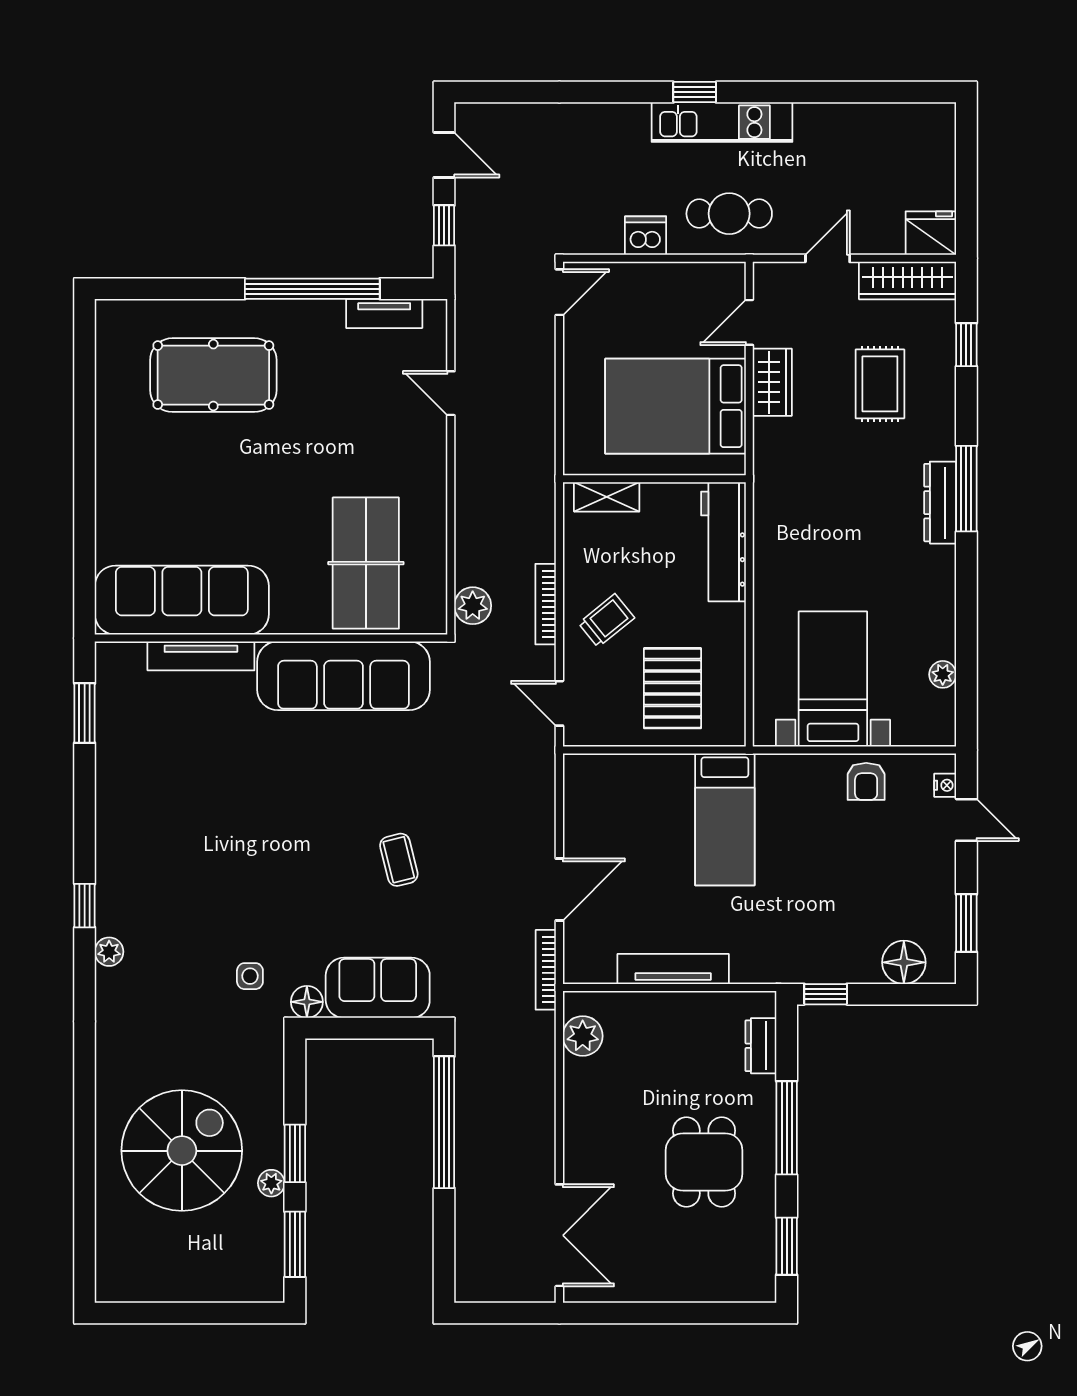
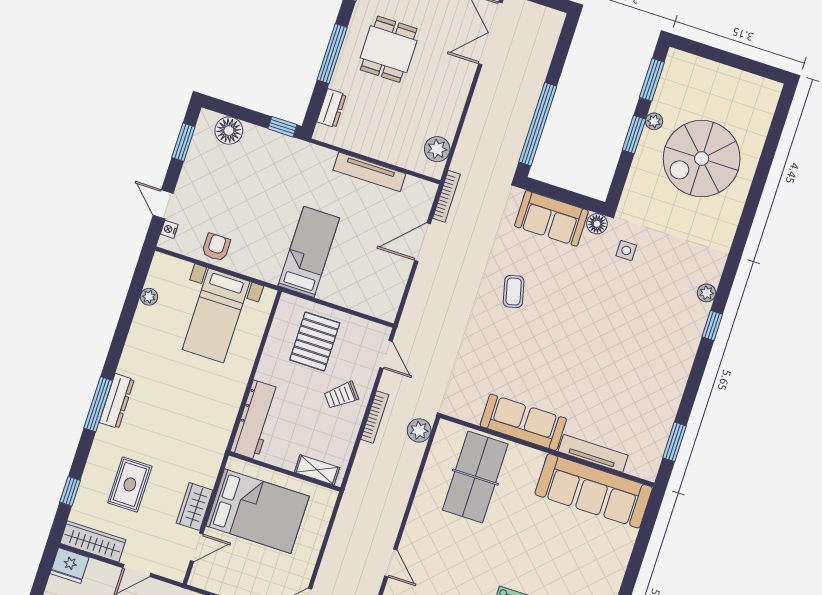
sofa: (344, 676) -> (523, 422), width x0.74, depth x0.79

